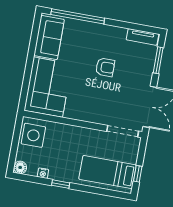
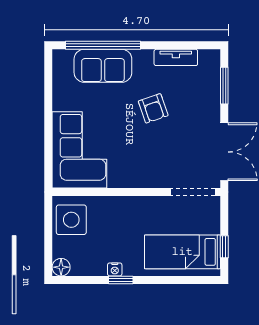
tv unit: (143, 37) -> (176, 57), moved
sofa: (49, 38) -> (103, 66), moved, turned 90
armchair: (105, 67) -> (153, 108), turned 71
nightstand: (43, 173) -> (115, 269), moved

